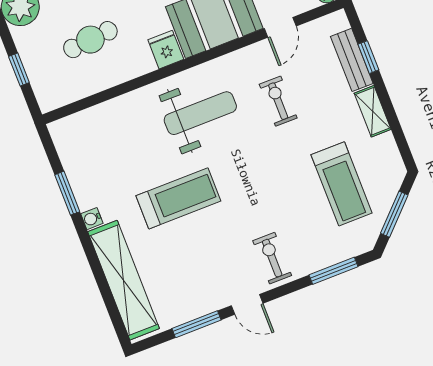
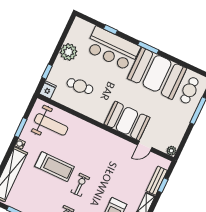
fridge: (166, 50) -> (48, 90), moved
exercise bike: (278, 101) -> (80, 185), moved
weight bench: (200, 113) -> (51, 124), moved

